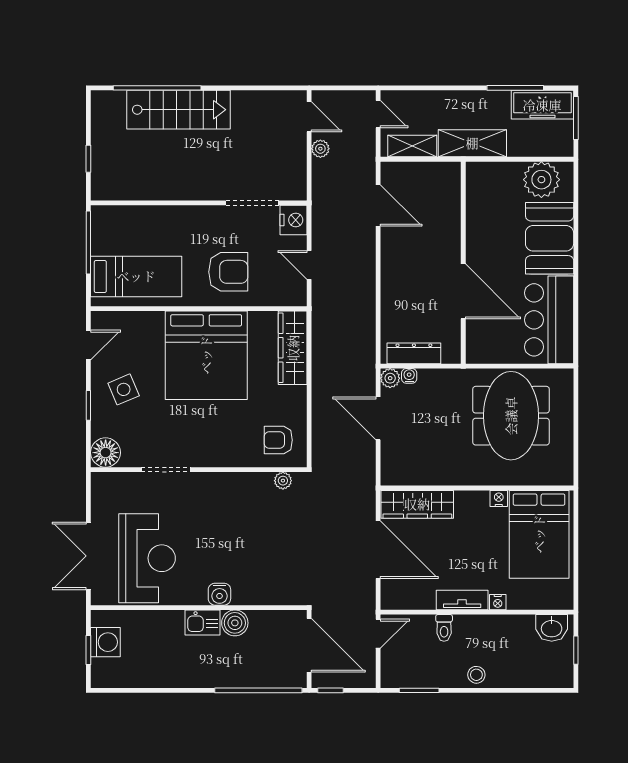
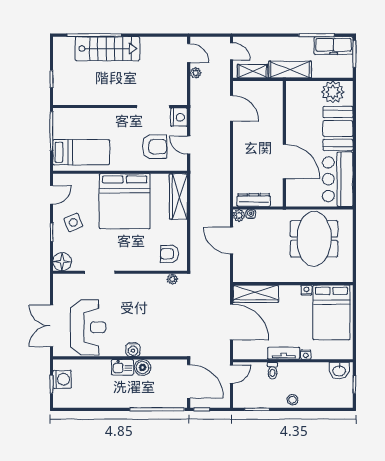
armchair: (228, 272) -> (154, 147), moved

